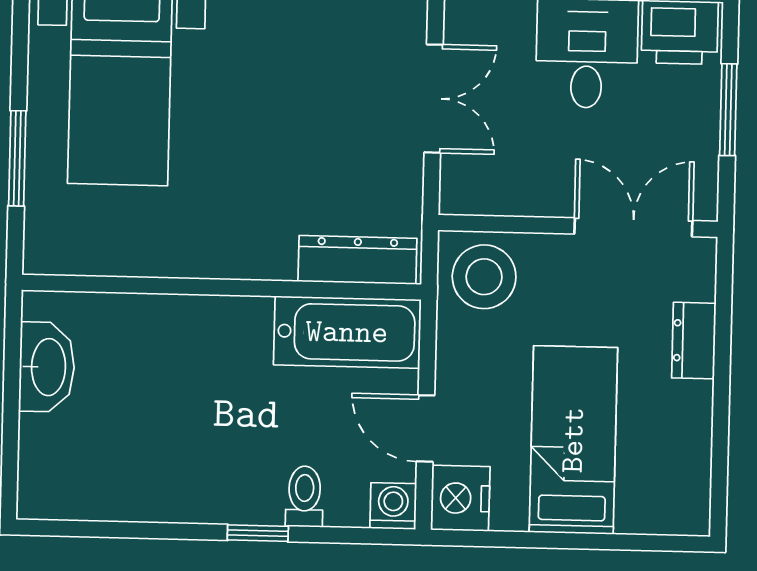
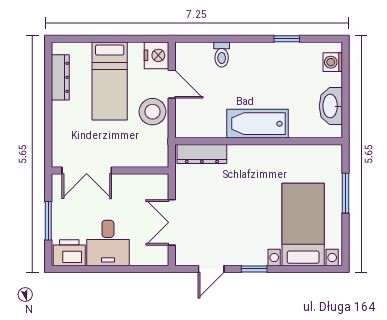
stool: (484, 277) -> (152, 112), moved
bathtub: (347, 332) -> (258, 124), moved
dresser: (694, 341) -> (60, 77), moved, width x1.44
washing machine: (393, 506) -> (333, 62), moved, turned 90
window: (258, 533) -> (287, 39), moved

